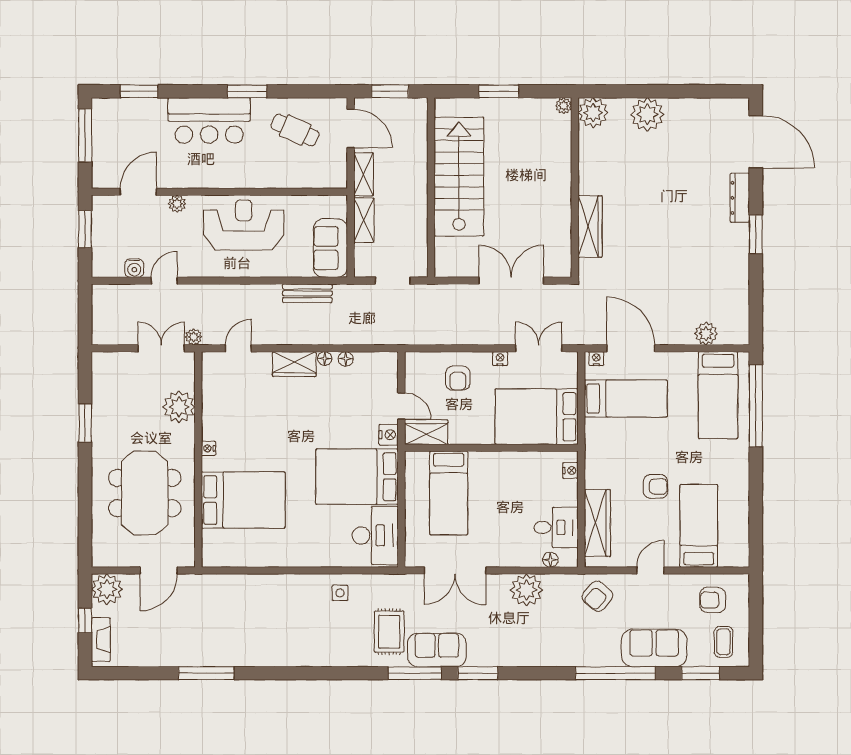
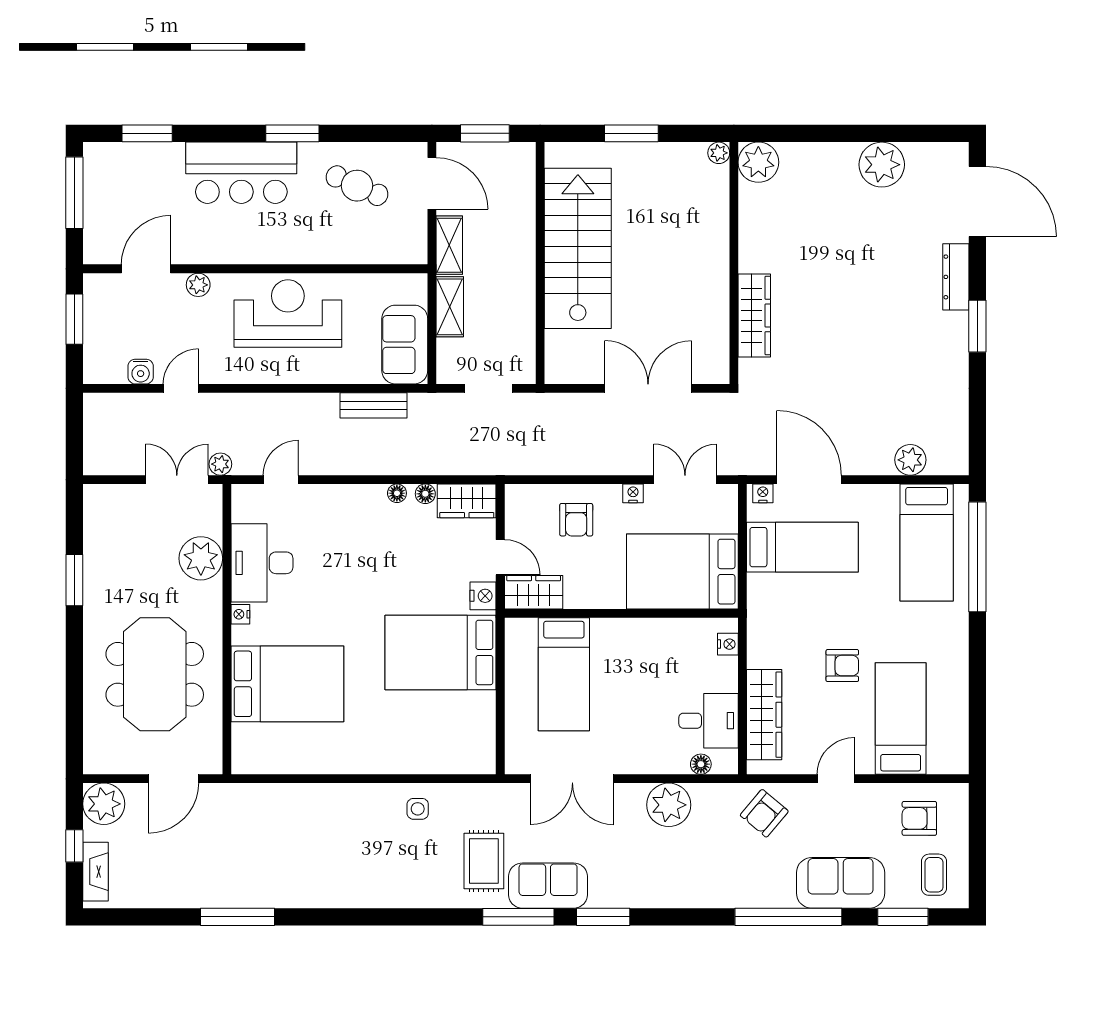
plant: (647, 114) -> (882, 165), moved
wardrobe: (294, 364) -> (467, 501), moved
desk: (375, 535) -> (262, 563), moved, turned 180

